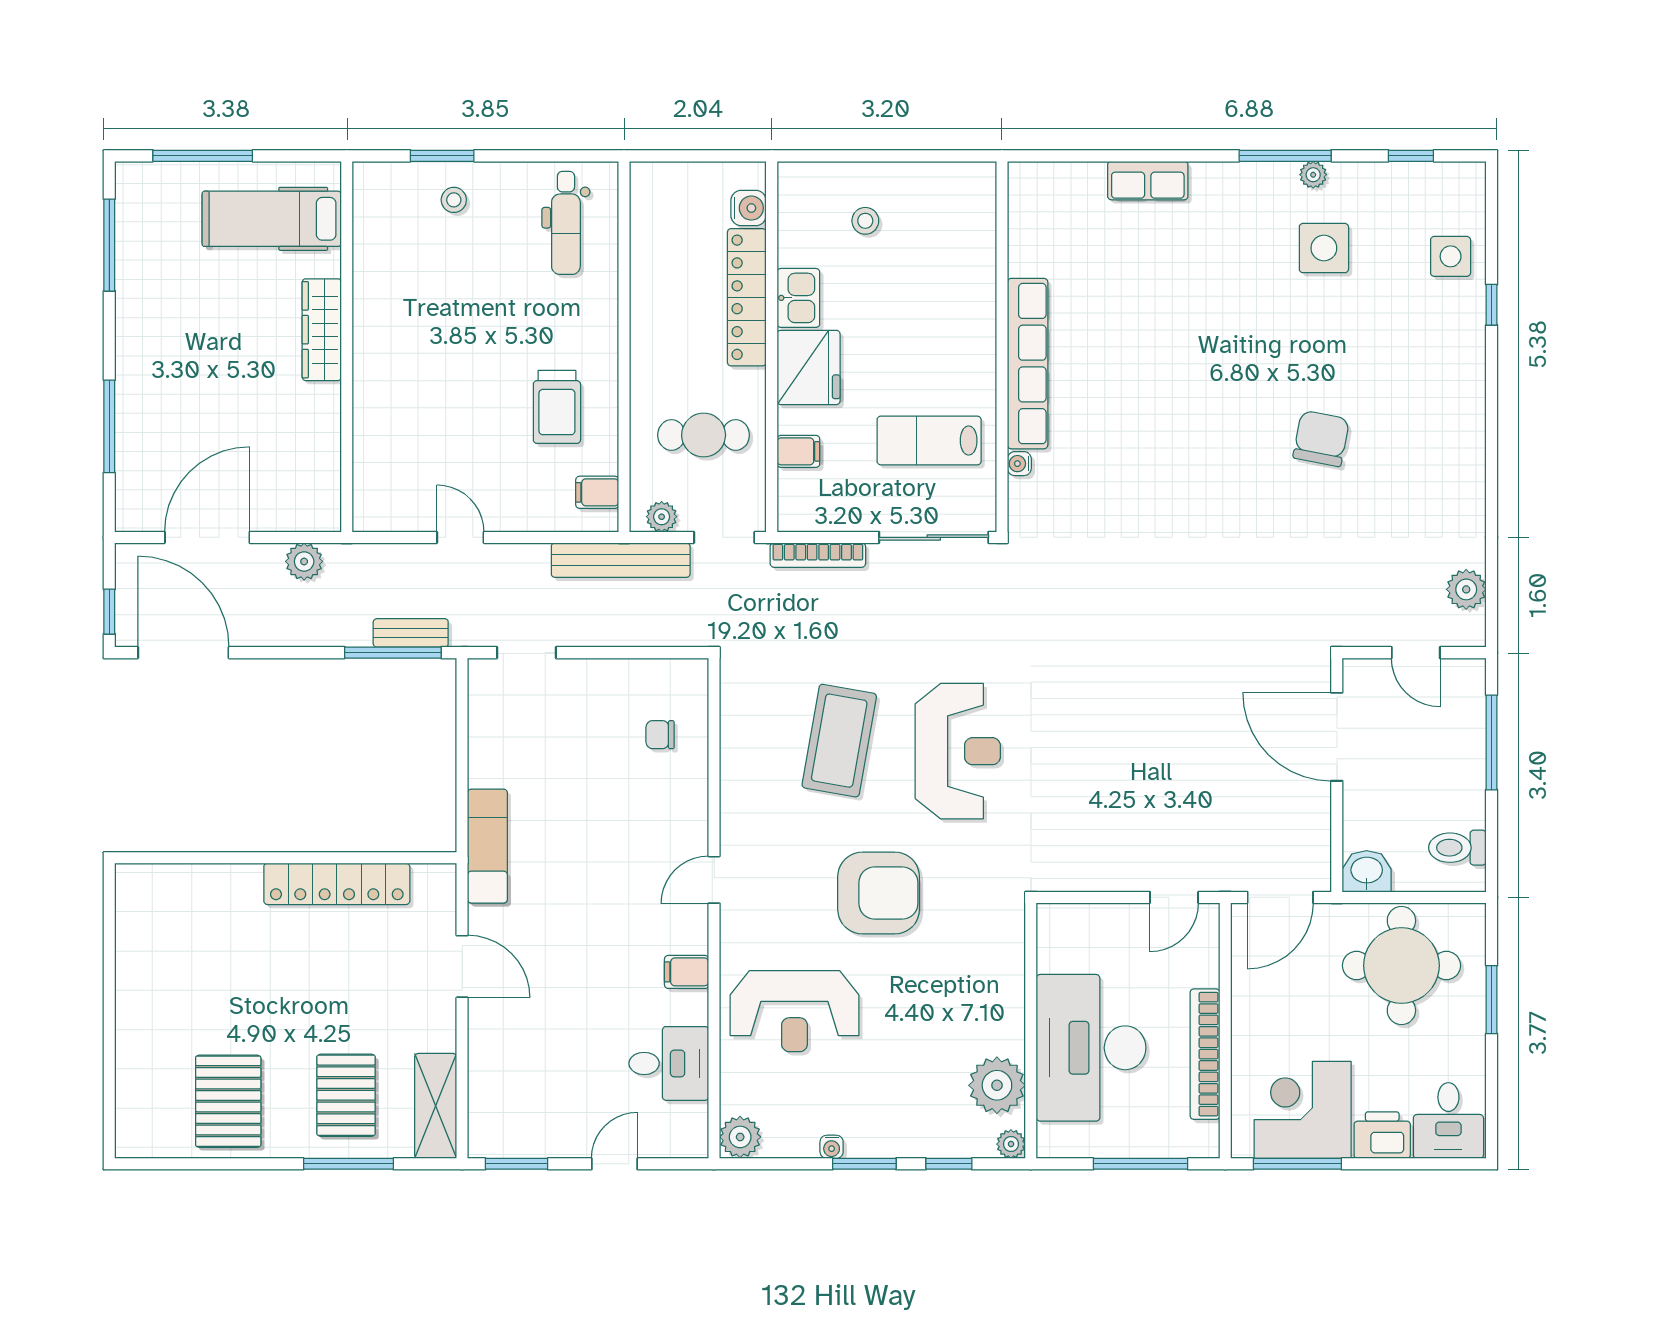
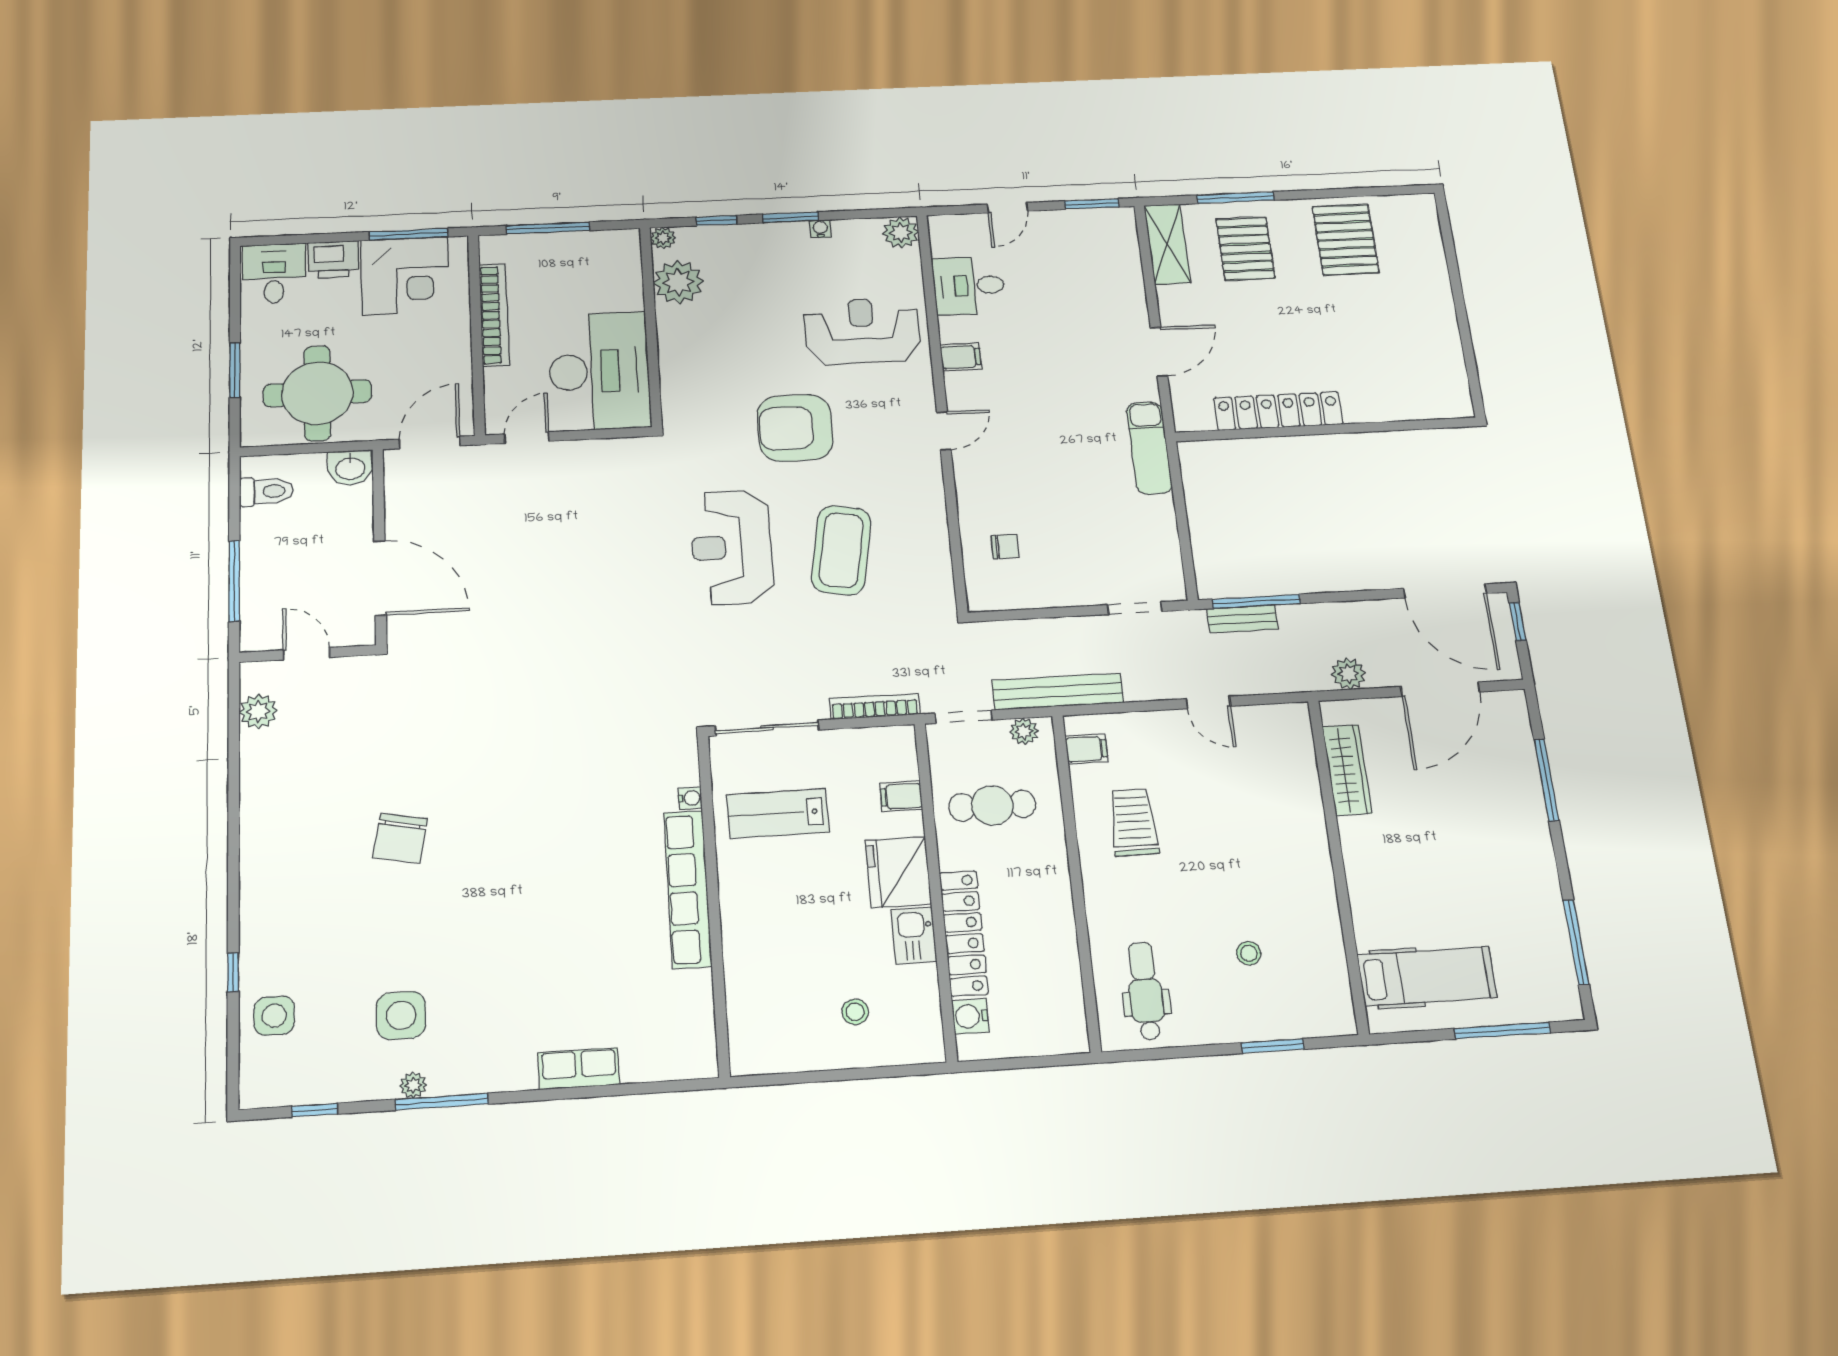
stool: (454, 200) -> (1249, 953), moved
wardrobe: (322, 330) -> (1347, 770), moved
lab bench: (929, 441) -> (778, 814), turned 180
door: (462, 966) -> (1159, 352), swing flipped
desk: (1091, 1048) -> (599, 371), moved

